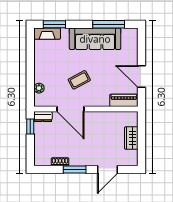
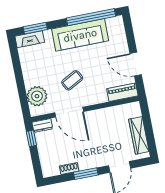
window: (109, 24) -> (91, 17), width x1.46
plant: (39, 88) -> (37, 96), width x1.87, depth x1.87
wardrobe: (131, 138) -> (139, 135), width x1.50

